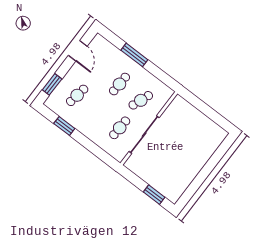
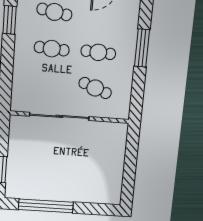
cafe table: (120, 128) -> (52, 49), moved
window: (198, 182) -> (46, 206), added

